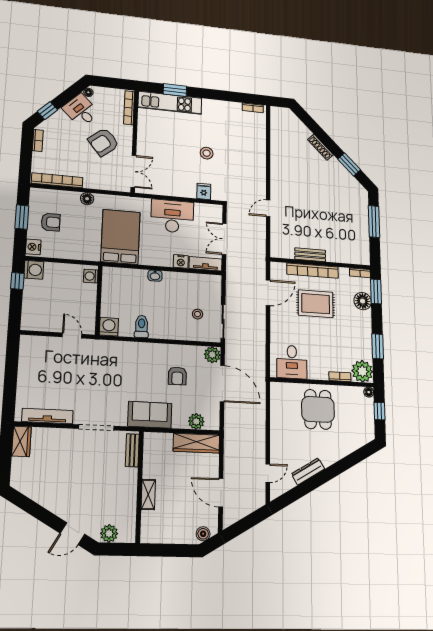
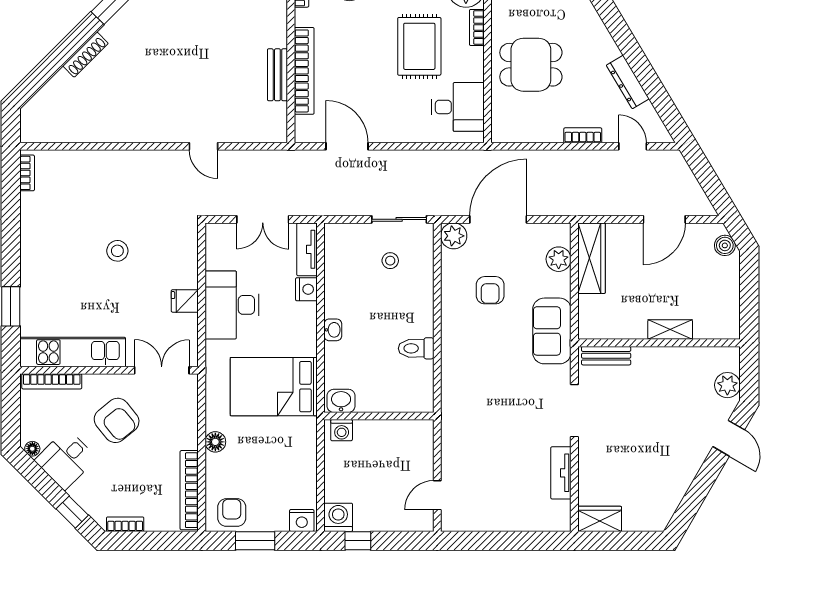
kitchen unit: (170, 103) -> (73, 352), moved, turned -90
fridge: (204, 191) -> (185, 301), moved
armchair: (51, 222) -> (232, 512), moved
washbasin: (110, 277) -> (341, 401), added
rug: (316, 304) -> (419, 46), moved
washing machine: (109, 327) -> (420, 399), removed
door: (72, 336) -> (437, 495), moved
armchair: (177, 376) -> (490, 290), turned 90
tv unit: (47, 416) -> (561, 473), width x0.71
bookcase: (275, 441) -> (583, 135), added

